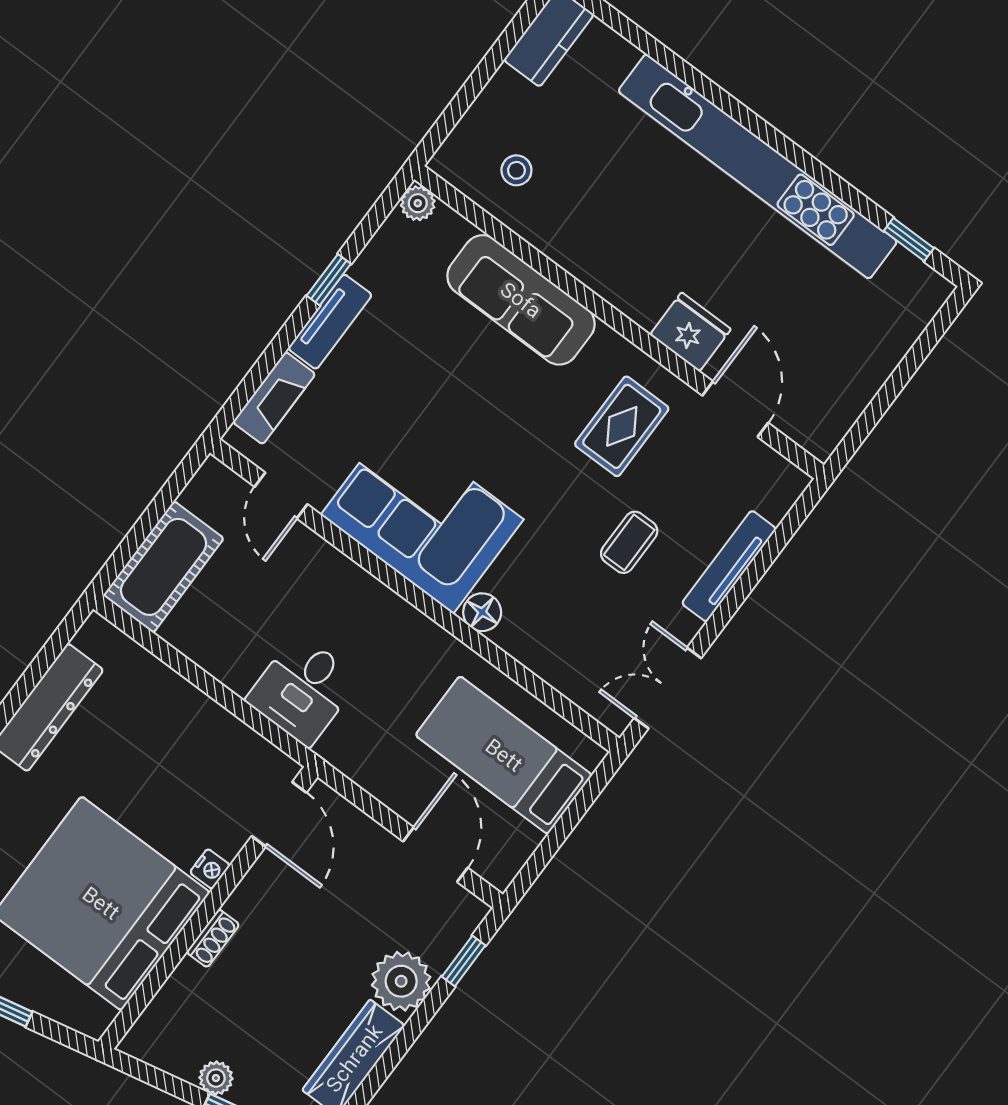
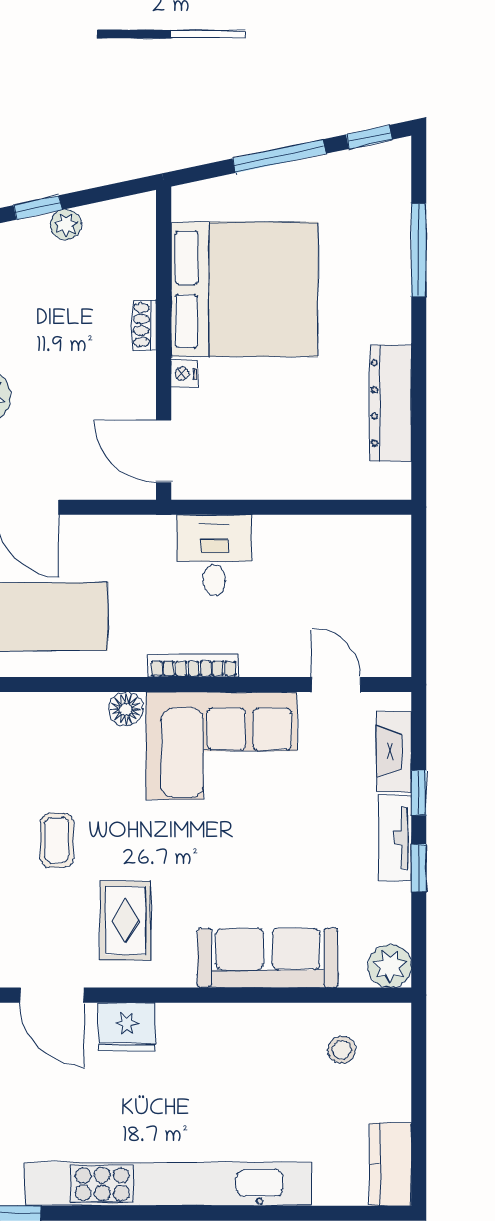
plant: (418, 203) -> (390, 966), width x1.38, depth x1.38
window: (279, 346) -> (419, 793), added
cot: (164, 567) -> (383, 568), removed
bookcase: (394, 606) -> (194, 666), added

